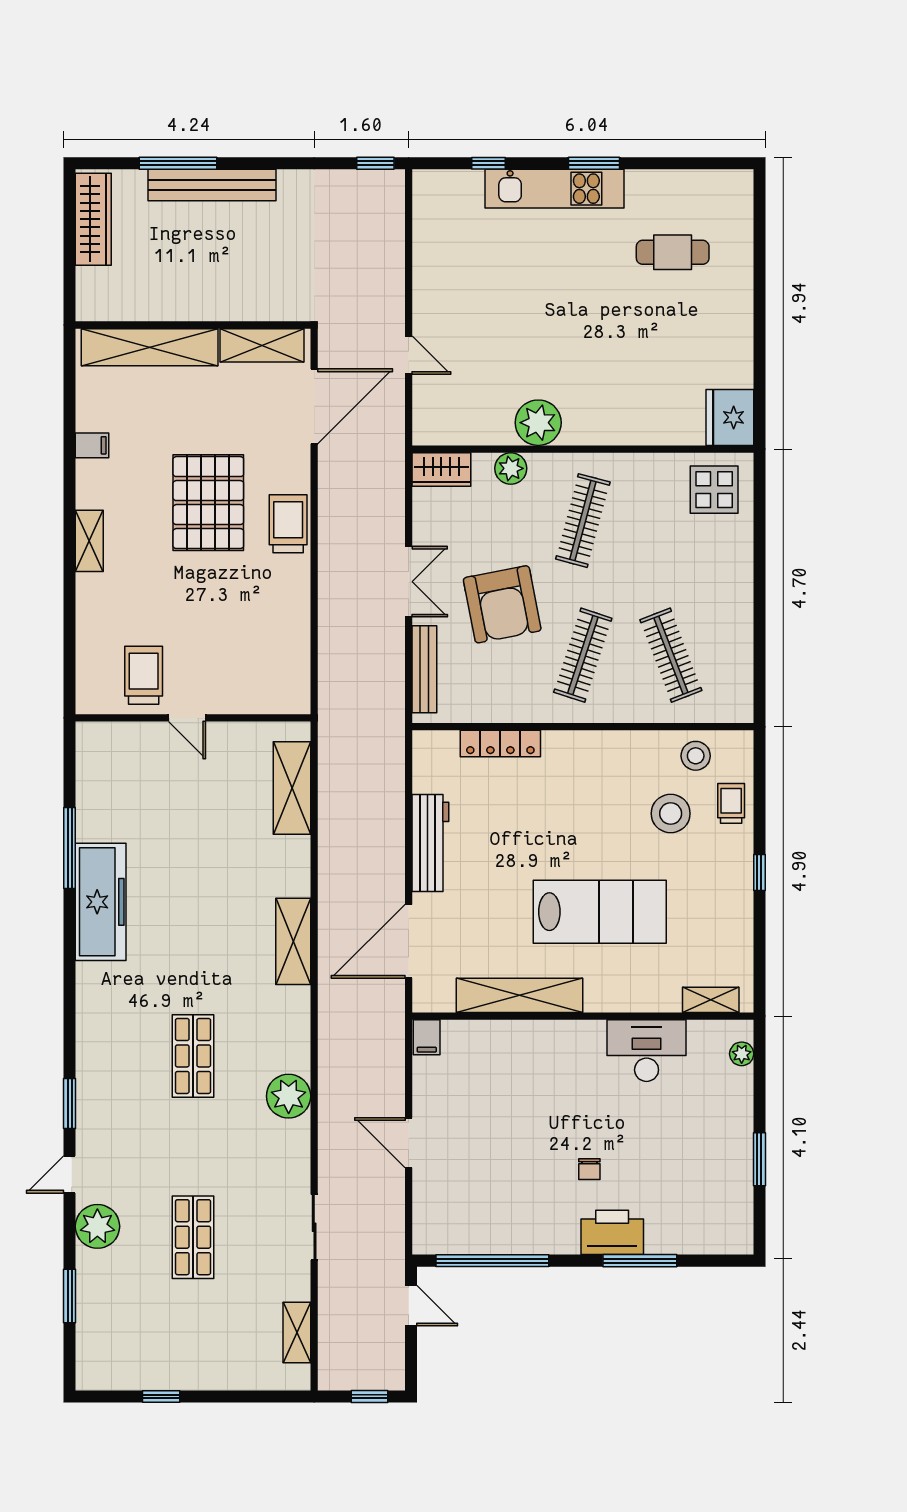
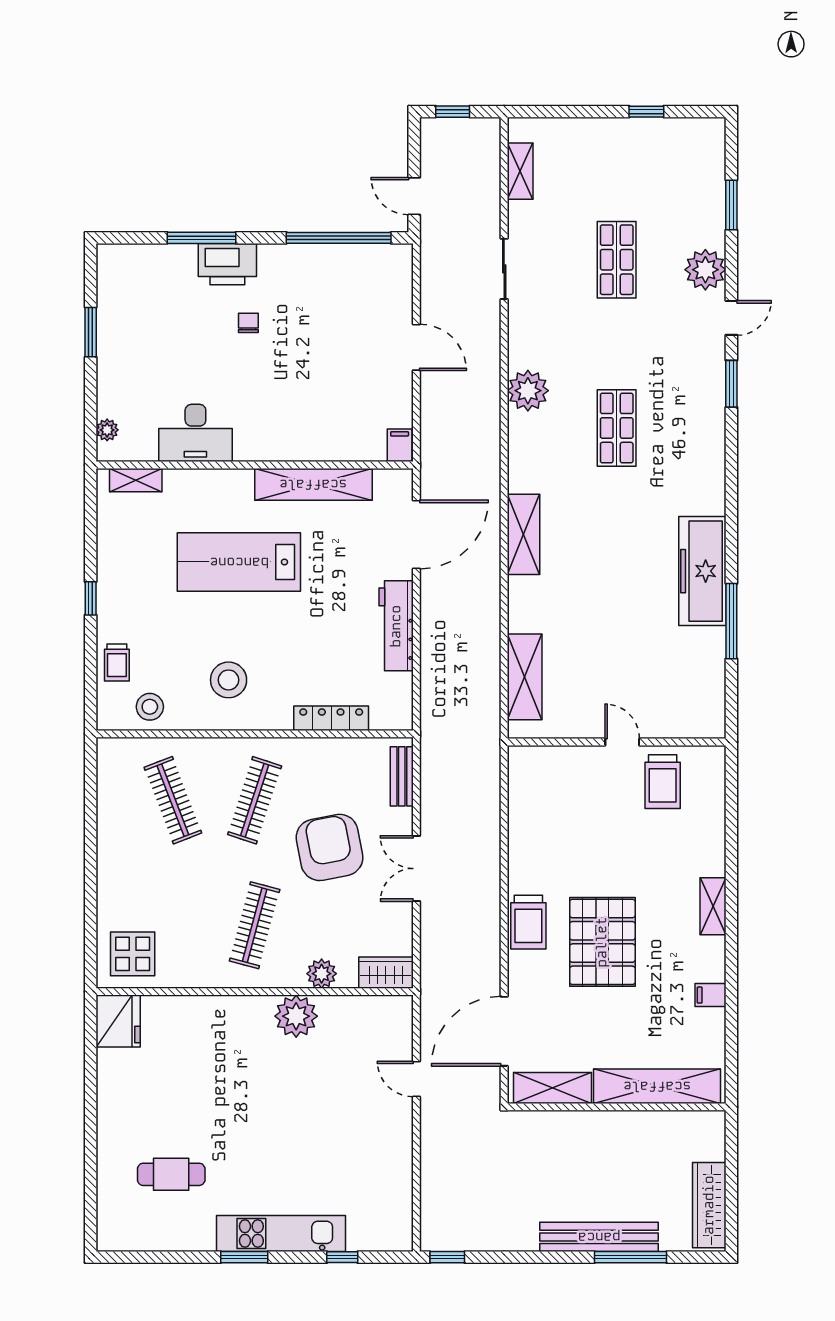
bench: (424, 669) -> (402, 776), width x0.73
stool: (671, 814) -> (229, 680), moved

